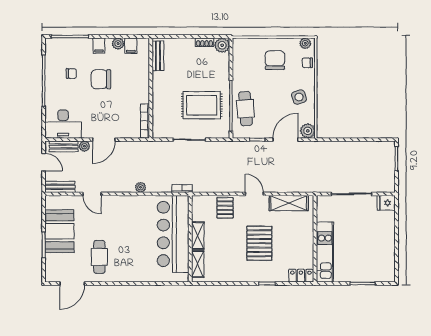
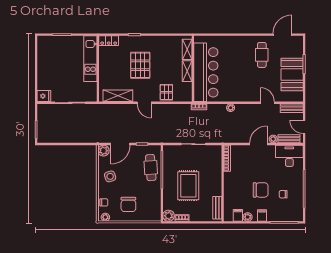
rug: (202, 105) -> (188, 186), moved, turned 90

